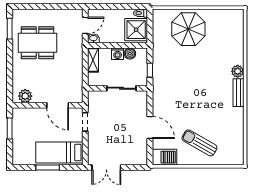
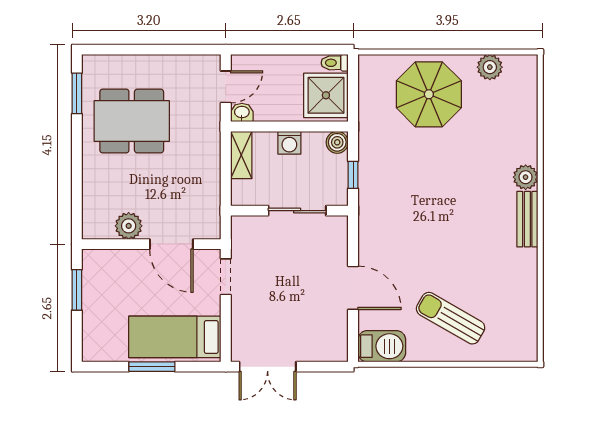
plant: (219, 15) -> (490, 67), added
boiler: (130, 54) -> (337, 142), moved
plant: (25, 96) -> (129, 226), moved

